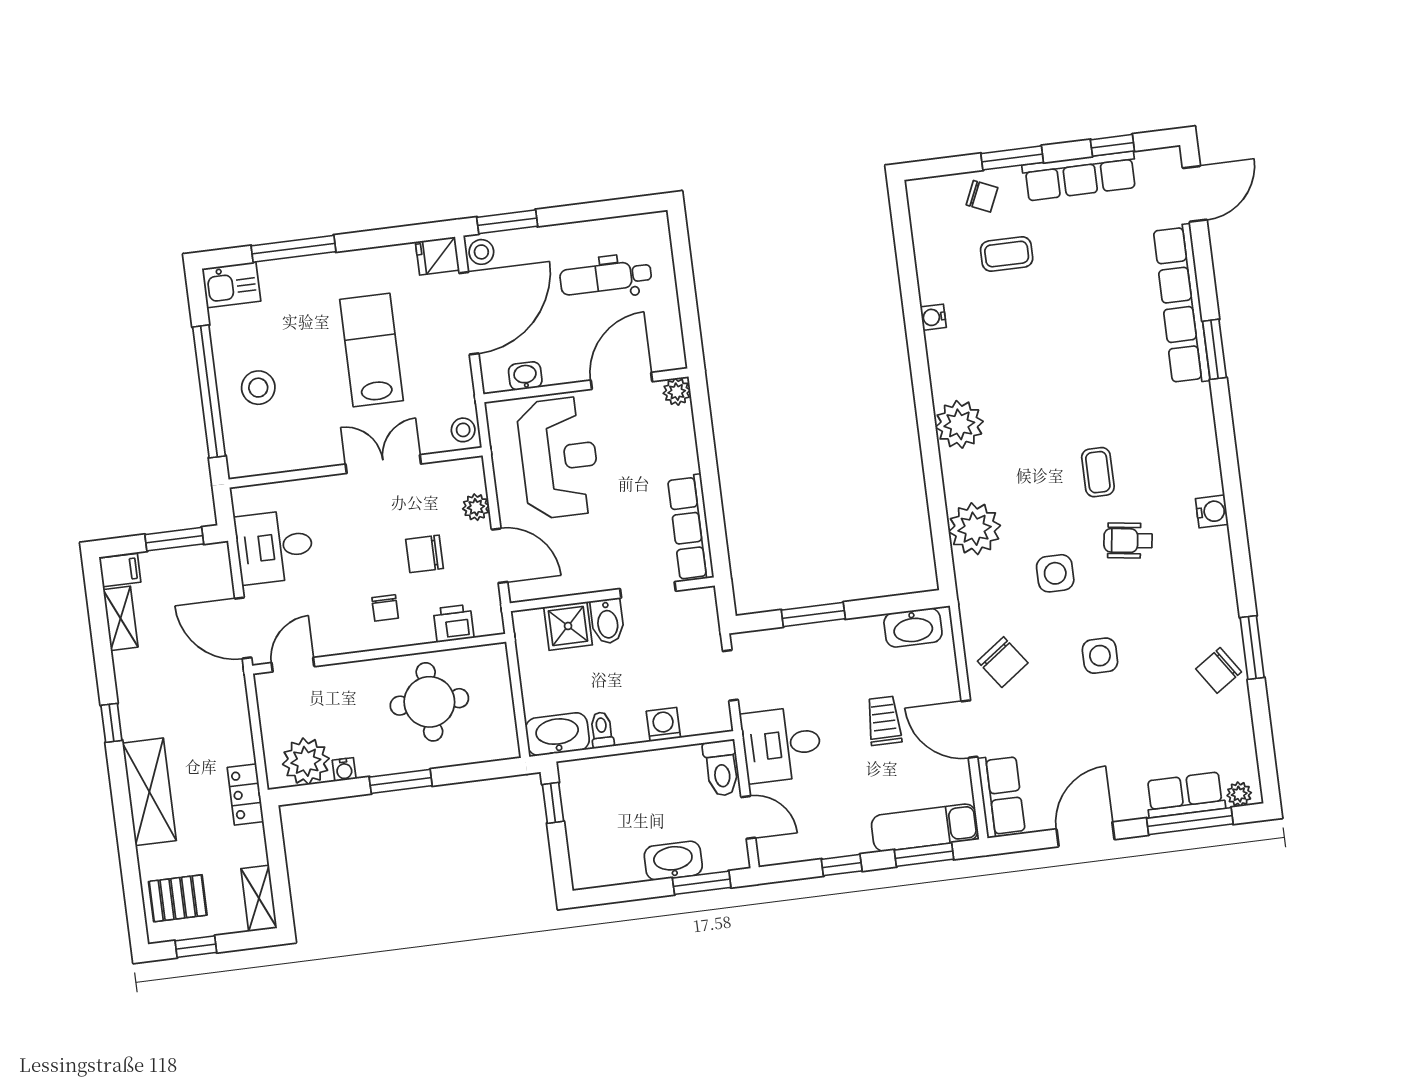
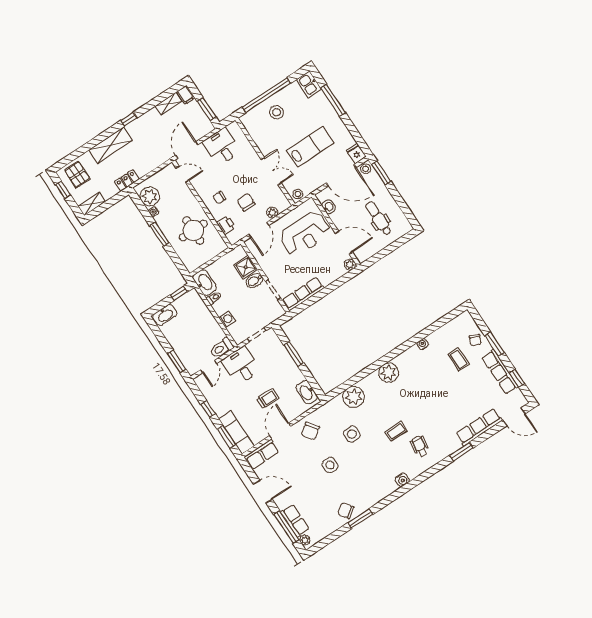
row of seats: (1182, 304) -> (479, 427), width x0.73
wheelchair: (1128, 541) -> (420, 446), moved
washbasin: (673, 861) -> (165, 315), moved, turned 90

